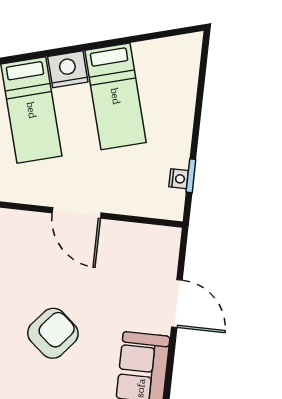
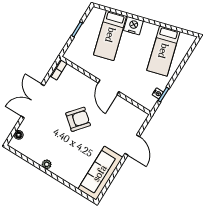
bed: (115, 96) -> (163, 51), moved
armchair: (53, 333) -> (78, 119), moved

